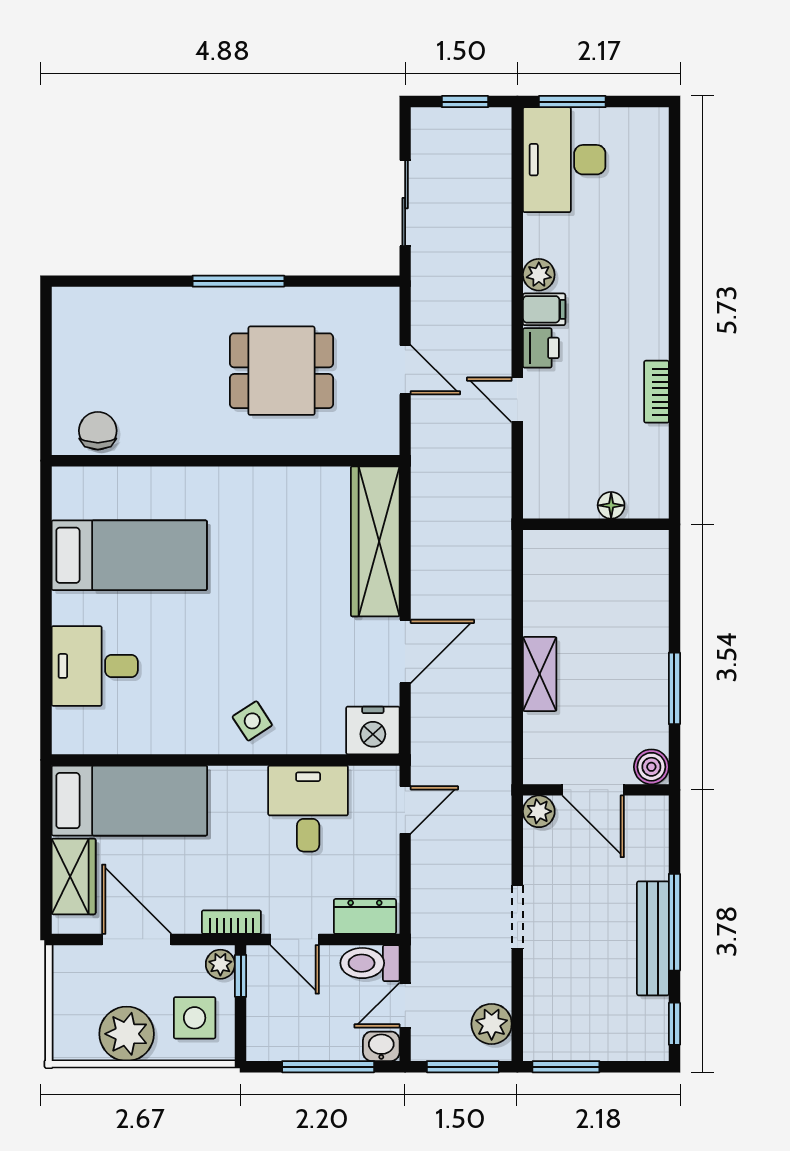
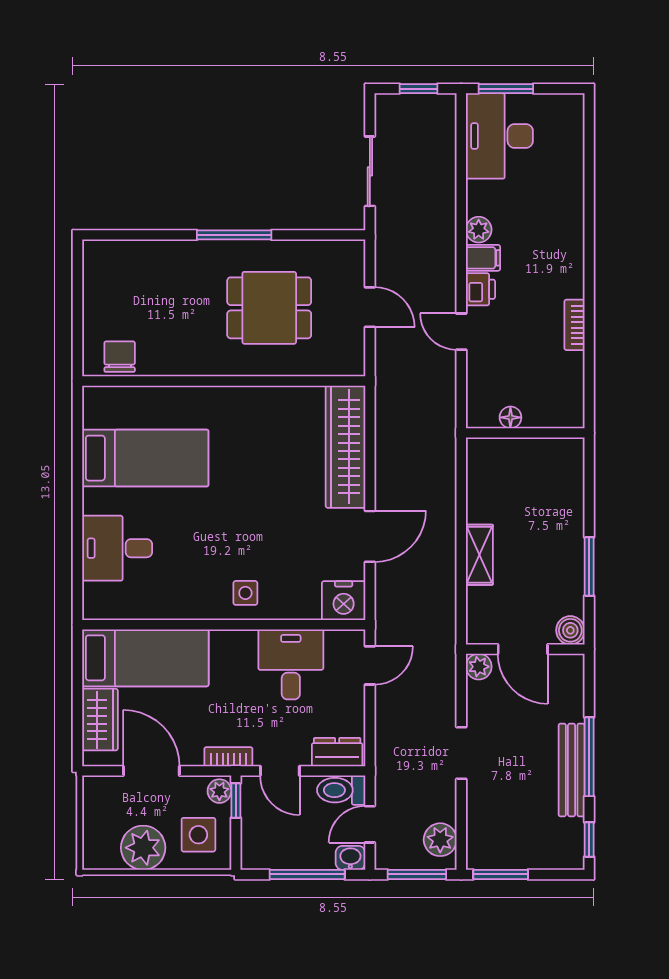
floor lamp: (611, 505) -> (510, 417), moved
side table: (252, 721) -> (245, 593), turned 33

